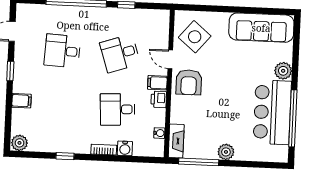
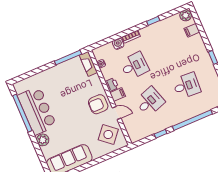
armchair: (189, 82) -> (98, 104), turned -90
filing cabinet: (21, 101) -> (192, 30), moved
plant: (226, 152) -> (54, 72), removed

